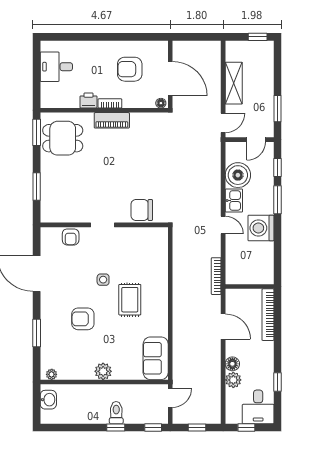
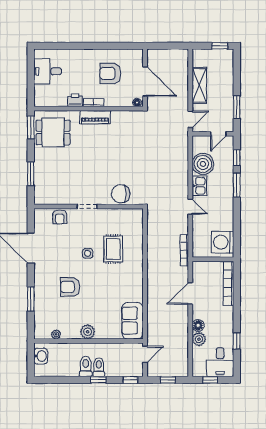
washing machine: (261, 228) -> (223, 242), moved
rug: (130, 300) -> (113, 249), moved
door: (223, 326) -> (190, 293), swing flipped
plant: (52, 374) -> (56, 334), moved
toilet: (101, 412) -> (86, 366), added

